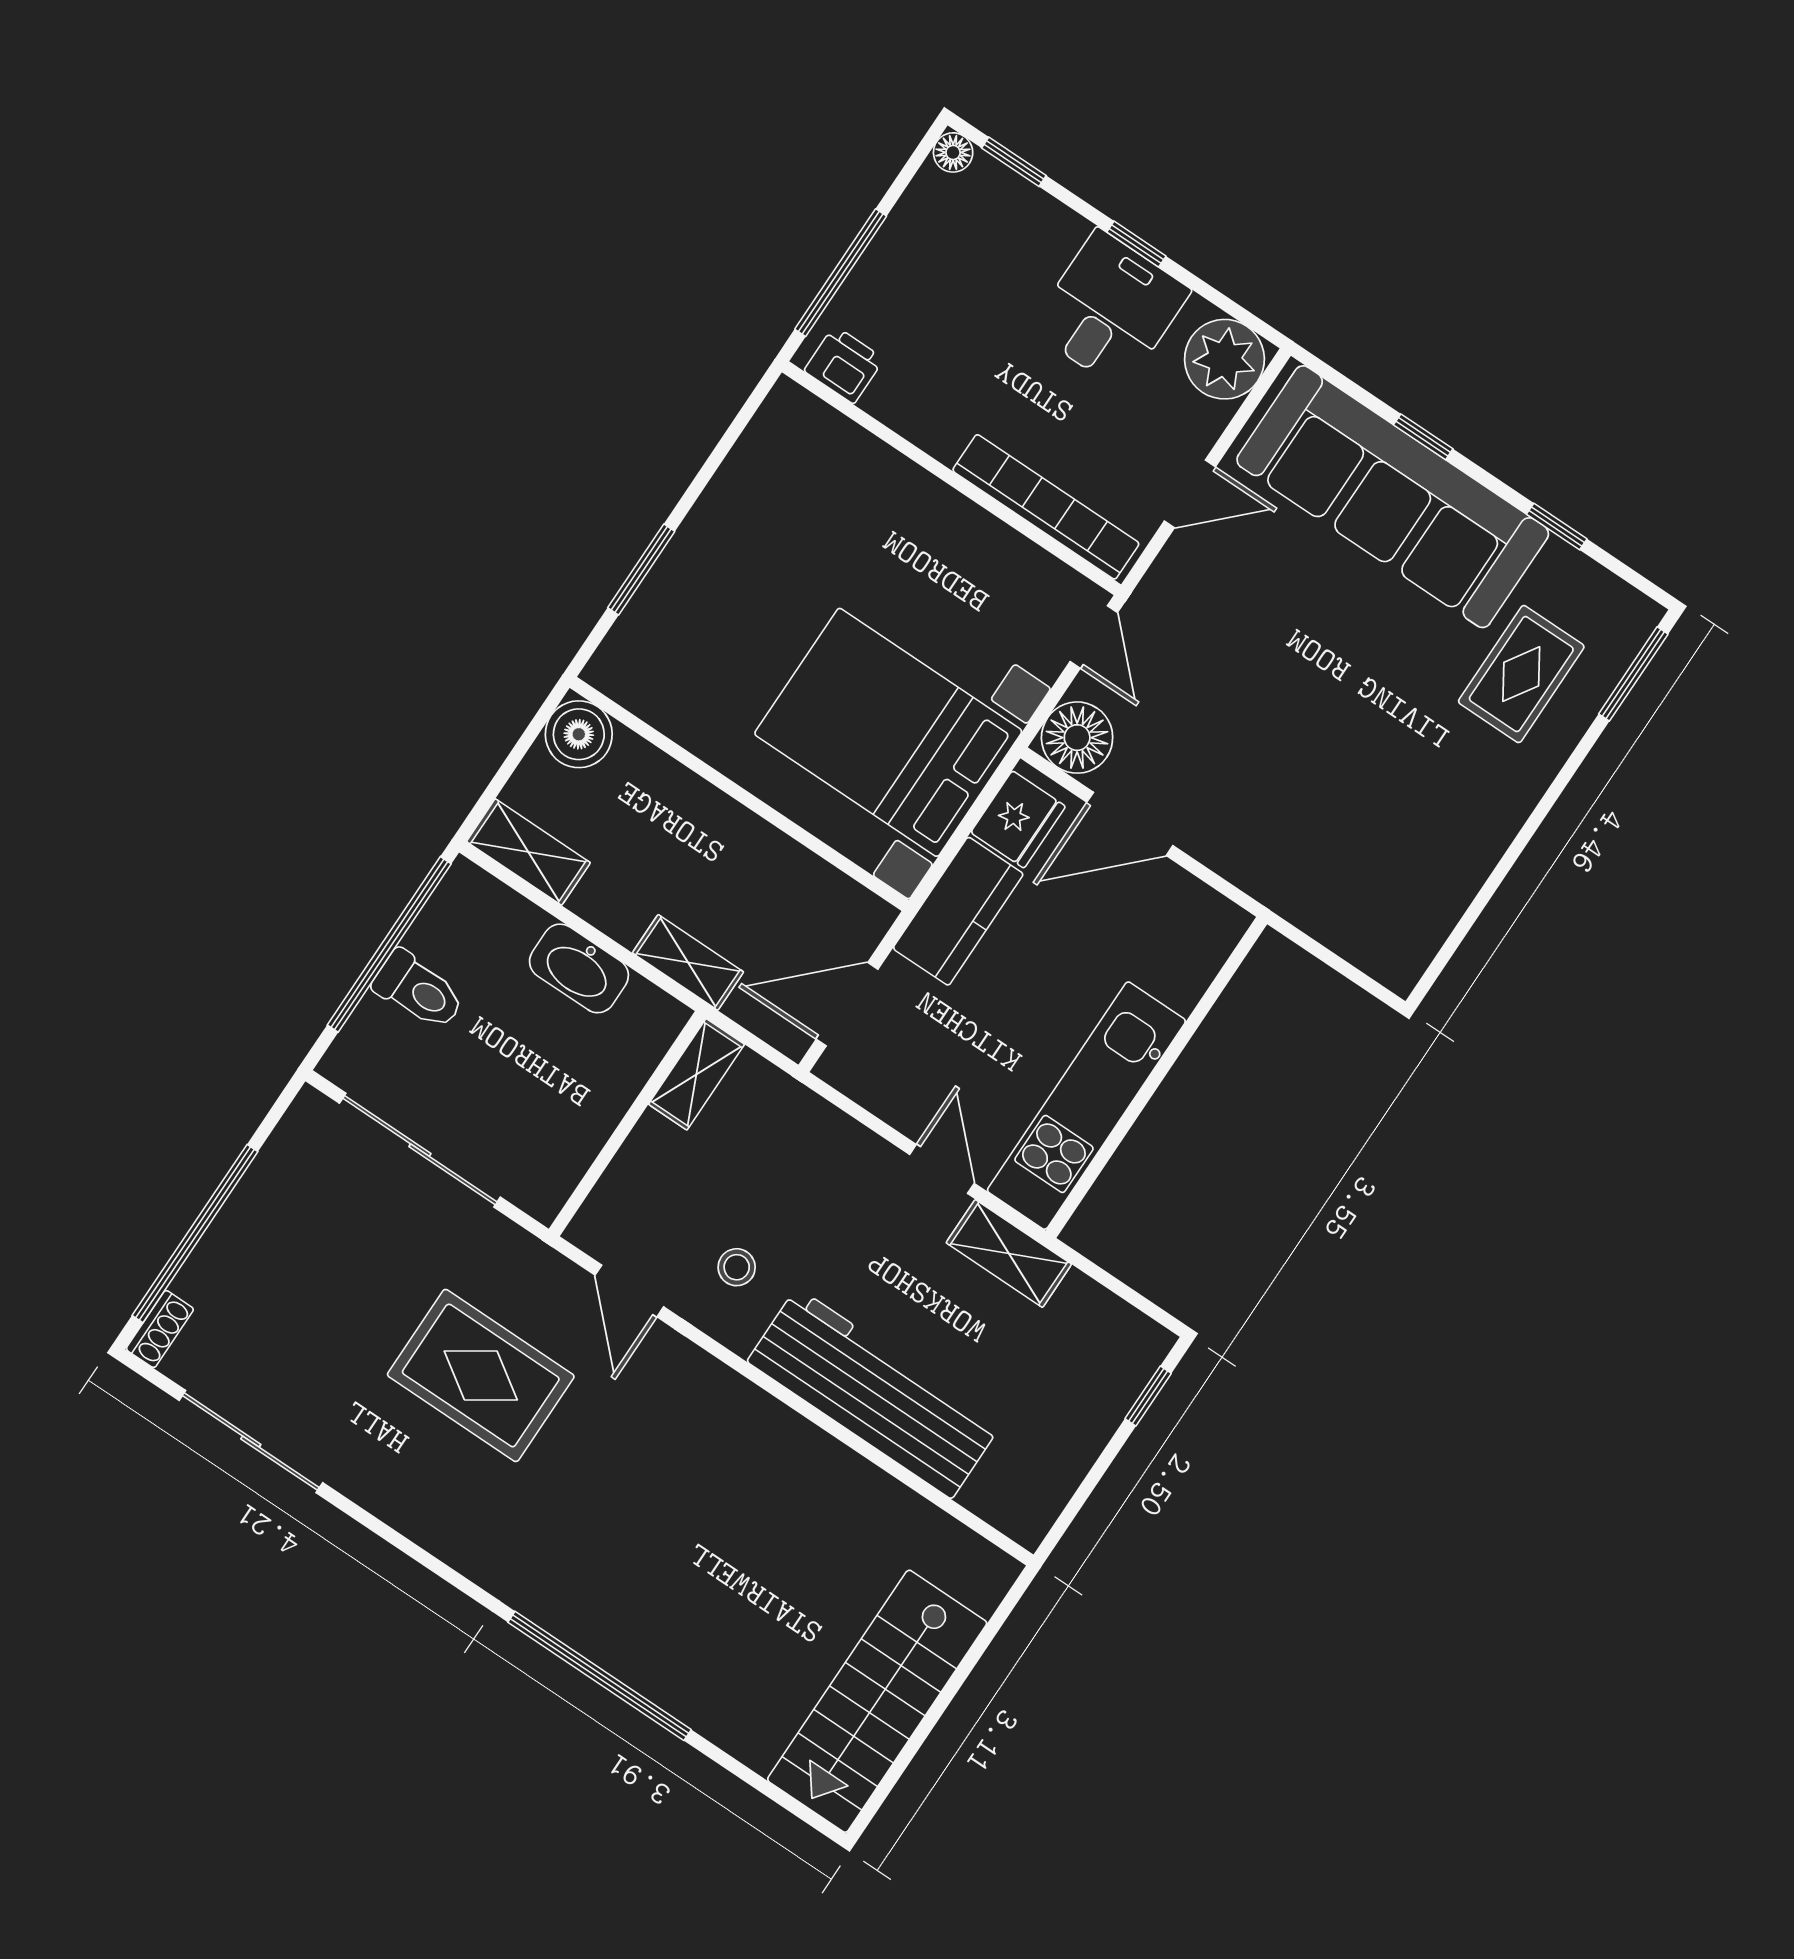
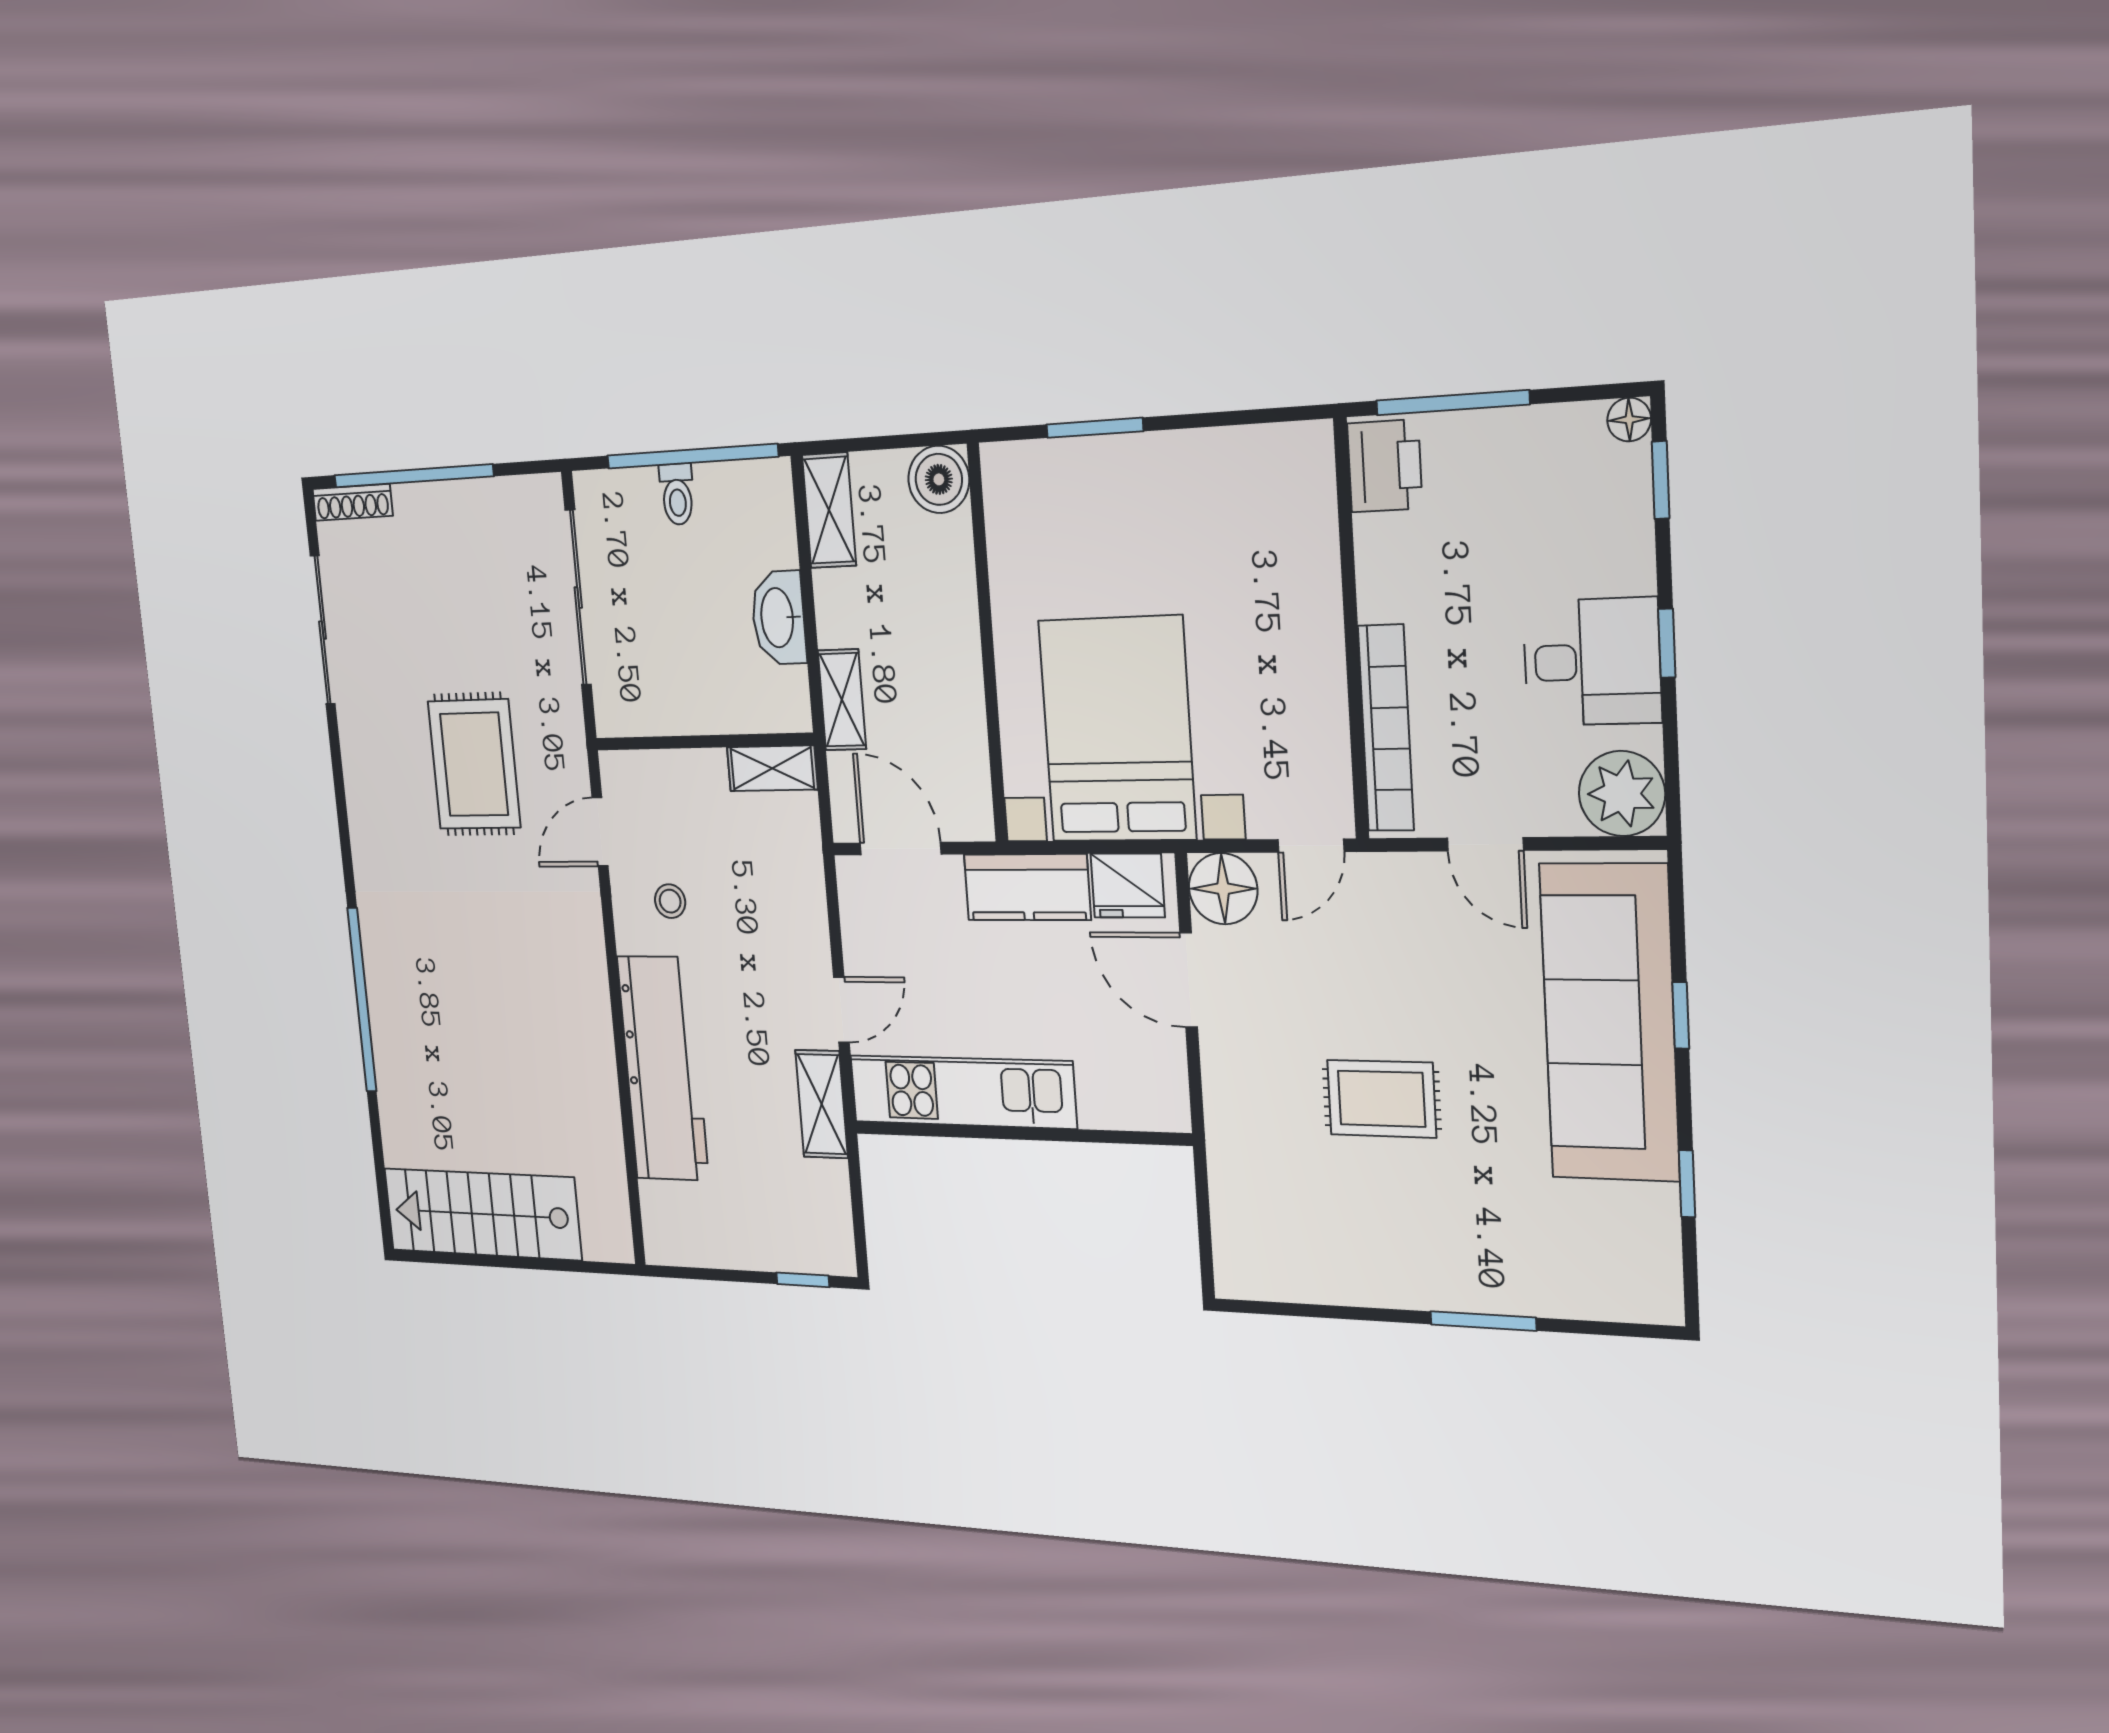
printer: (844, 365) -> (1385, 466), width x1.36, depth x1.24
rug: (1521, 674) -> (1382, 1099), moved
window: (1633, 674) -> (1483, 1321), moved
toilet: (419, 990) -> (677, 494), width x0.73, depth x0.72
shoe rack: (160, 1329) -> (353, 502), width x1.43

